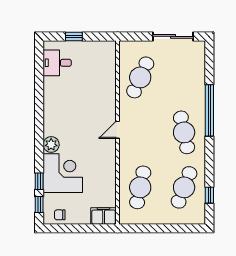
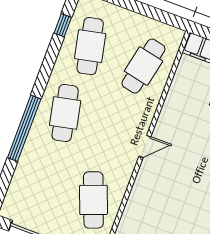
cafe table: (140, 77) -> (93, 200), turned -45
cafe table: (184, 187) -> (90, 46), turned -33

